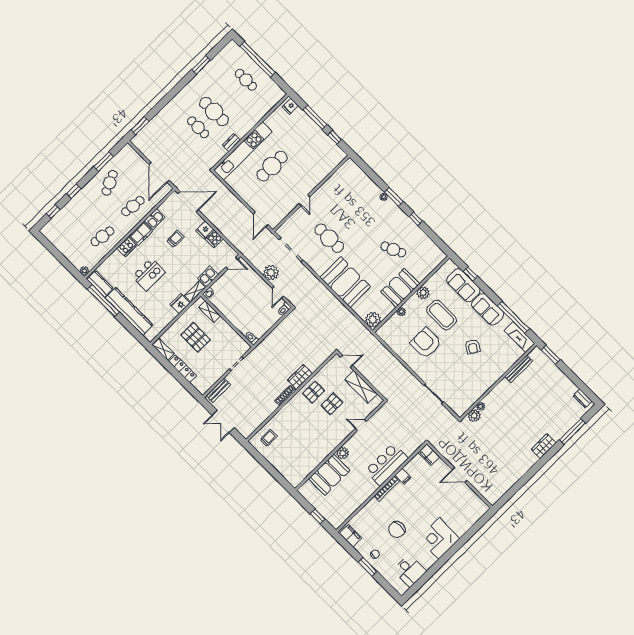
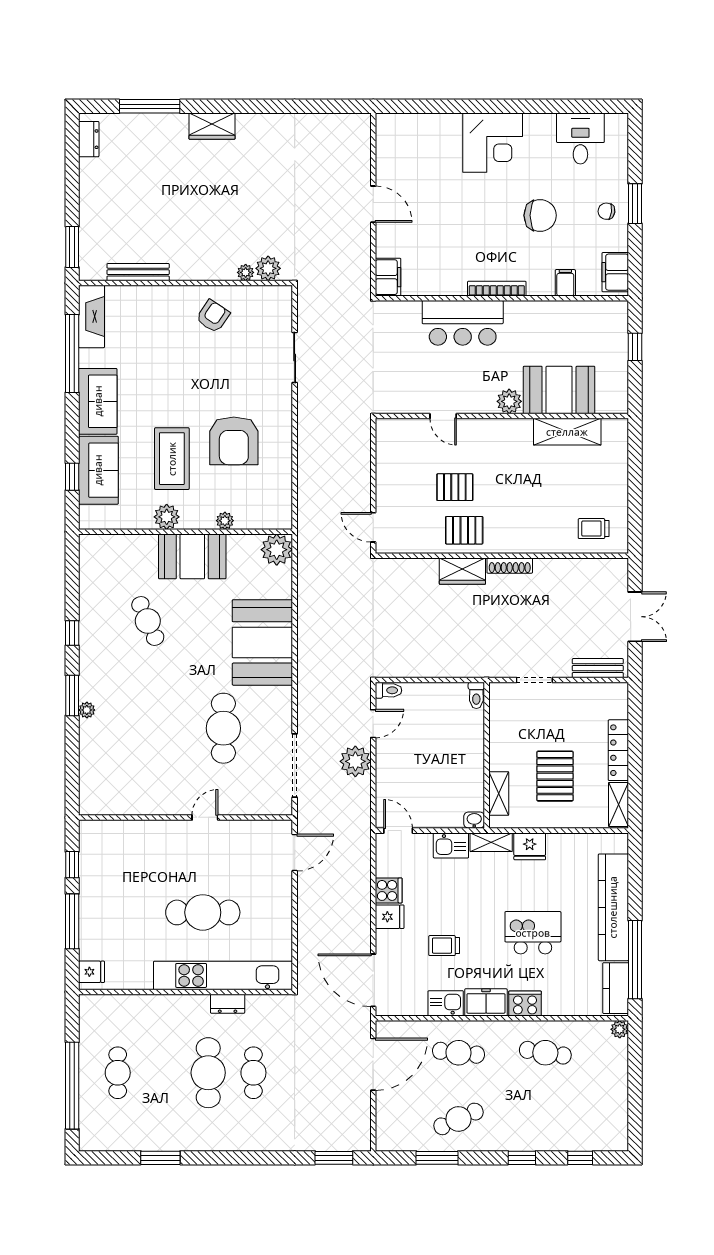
armchair: (473, 347) -> (213, 316), moved
shelving: (361, 387) -> (567, 432), moved, turned 90
filing cabinet: (403, 476) -> (565, 283), moved

